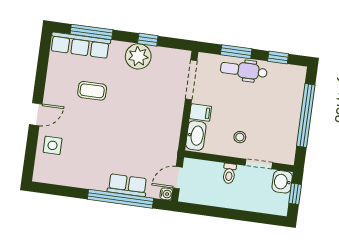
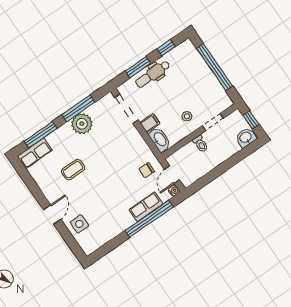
window: (148, 40) -> (78, 108), width x2.17
row of seats: (80, 45) -> (35, 153), width x0.68
chair: (159, 153) -> (147, 170), added
washbasin: (282, 182) -> (246, 138), moved, turned 90

